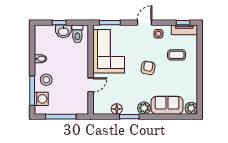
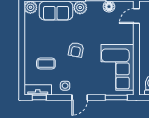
door: (91, 85) -> (136, 16), moved

